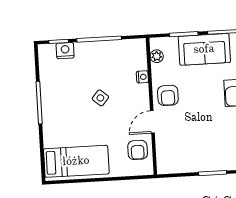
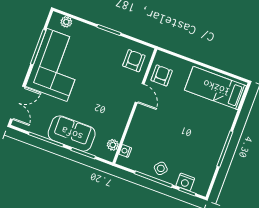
nightstand: (142, 77) -> (125, 151), moved
armchair: (168, 95) -> (134, 61), moved
side table: (100, 98) -> (161, 168), moved
door: (152, 122) -> (140, 93), hinge flipped

